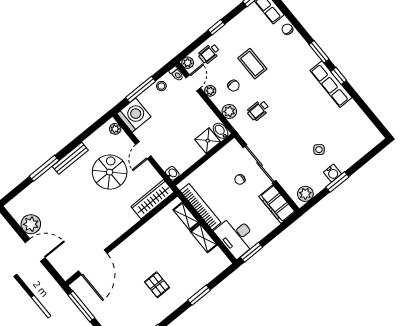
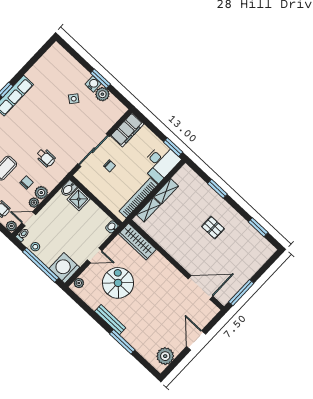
window: (141, 89) -> (41, 265), width x1.46
plant: (229, 111) -> (41, 193), moved
spiral stairs: (110, 172) -> (118, 283), turned 90
plant: (305, 194) -> (102, 94), moved
plant: (31, 224) -> (165, 356), moved
pallet: (157, 285) -> (213, 228), turned 90

